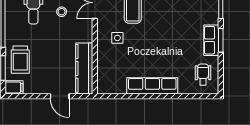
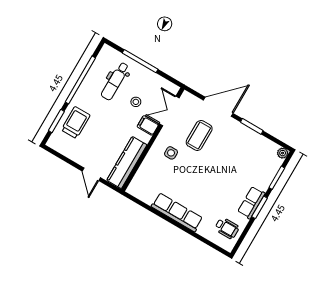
trolley: (20, 60) -> (76, 123), turned 180
wheelchair: (203, 74) -> (227, 228), turned 90
filing cabinet: (14, 87) -> (148, 125), moved, turned 180

